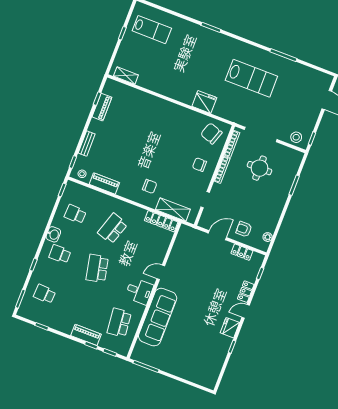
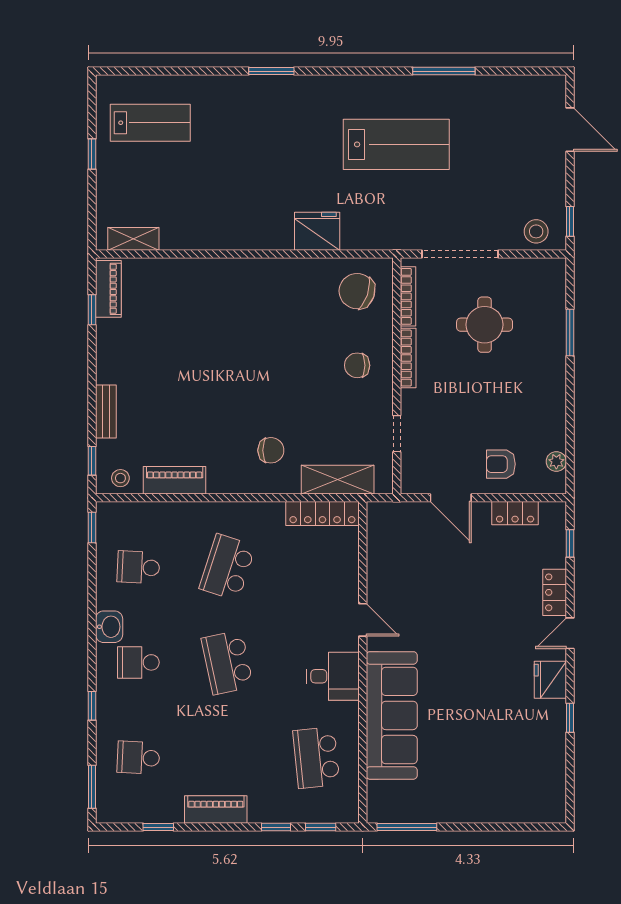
piano: (102, 107) -> (108, 289), moved
door: (217, 235) -> (451, 498), swing flipped
door: (161, 272) -> (363, 620), swing flipped
piano: (86, 335) -> (216, 809), moved

